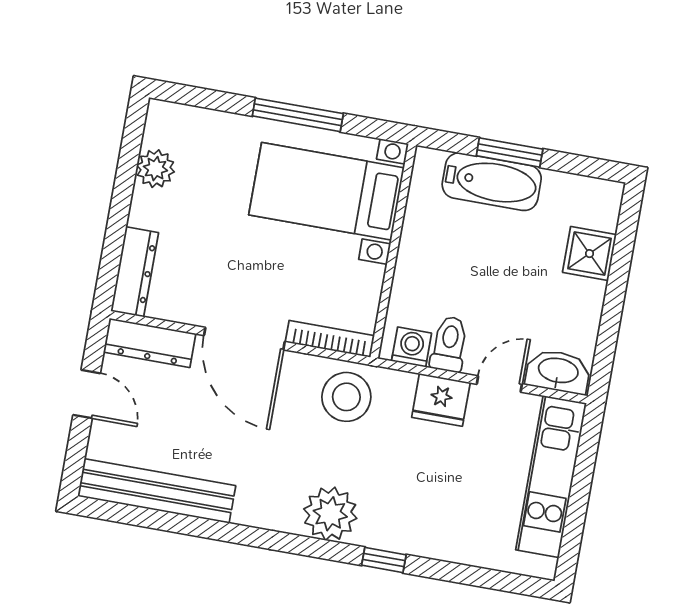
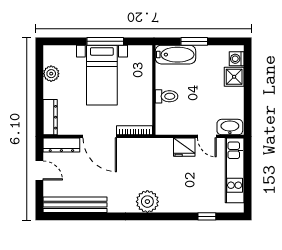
bathtub: (492, 182) -> (176, 55), moved
bed with nightstands: (326, 191) -> (102, 75), moved, turned -90
toilet: (449, 344) -> (167, 96), moved, turned 90
washing machine: (412, 347) -> (237, 59), moved, turned -90
door: (499, 384) -> (207, 136), swing flipped
stool: (346, 397) -> (145, 153), removed
window: (384, 560) -> (207, 216), moved

